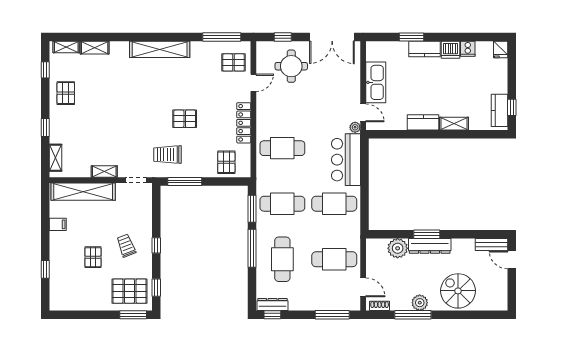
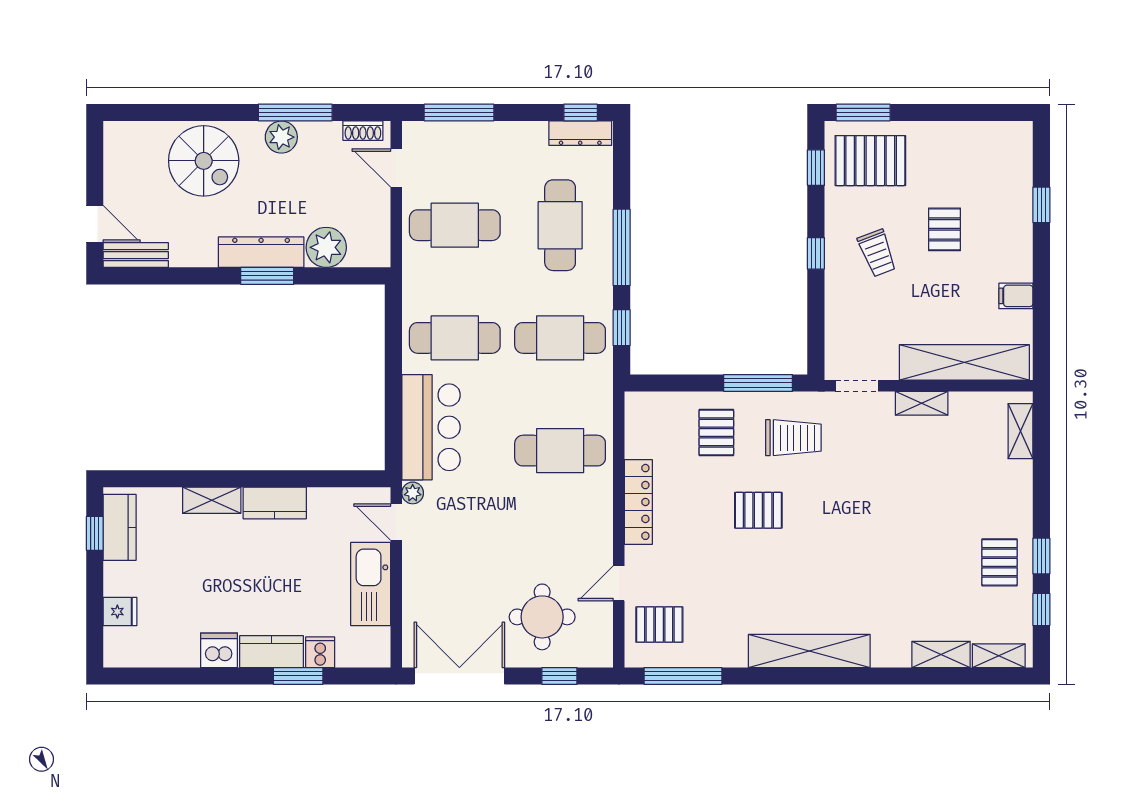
cooker: (468, 49) -> (320, 652), moved
fridge: (501, 50) -> (120, 612), moved, turned 90
window: (45, 128) -> (1041, 556), moved
pallet: (226, 162) -> (716, 432), moved
window: (252, 209) -> (622, 328), width x0.67

